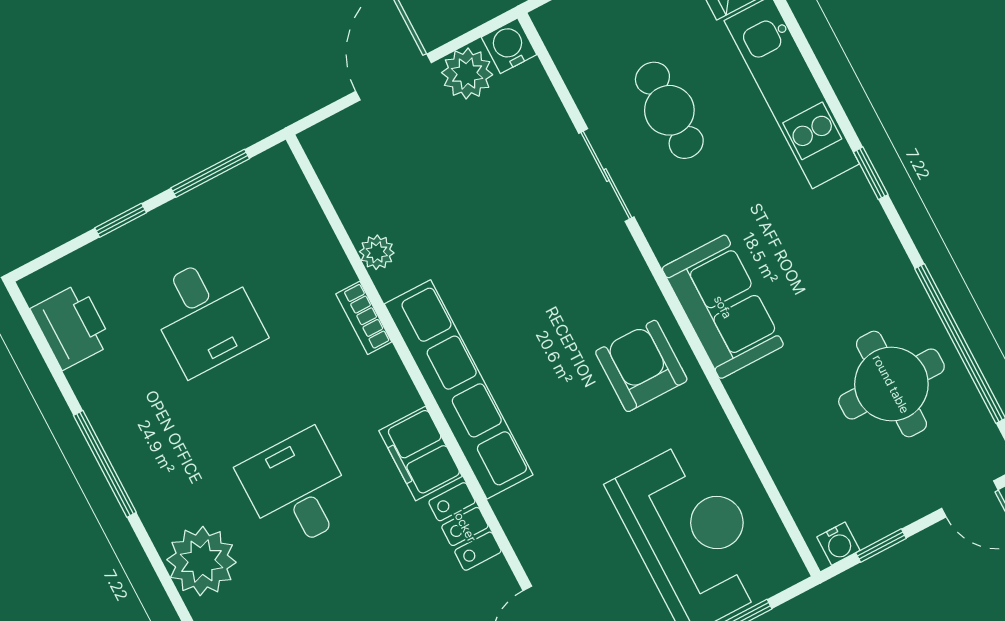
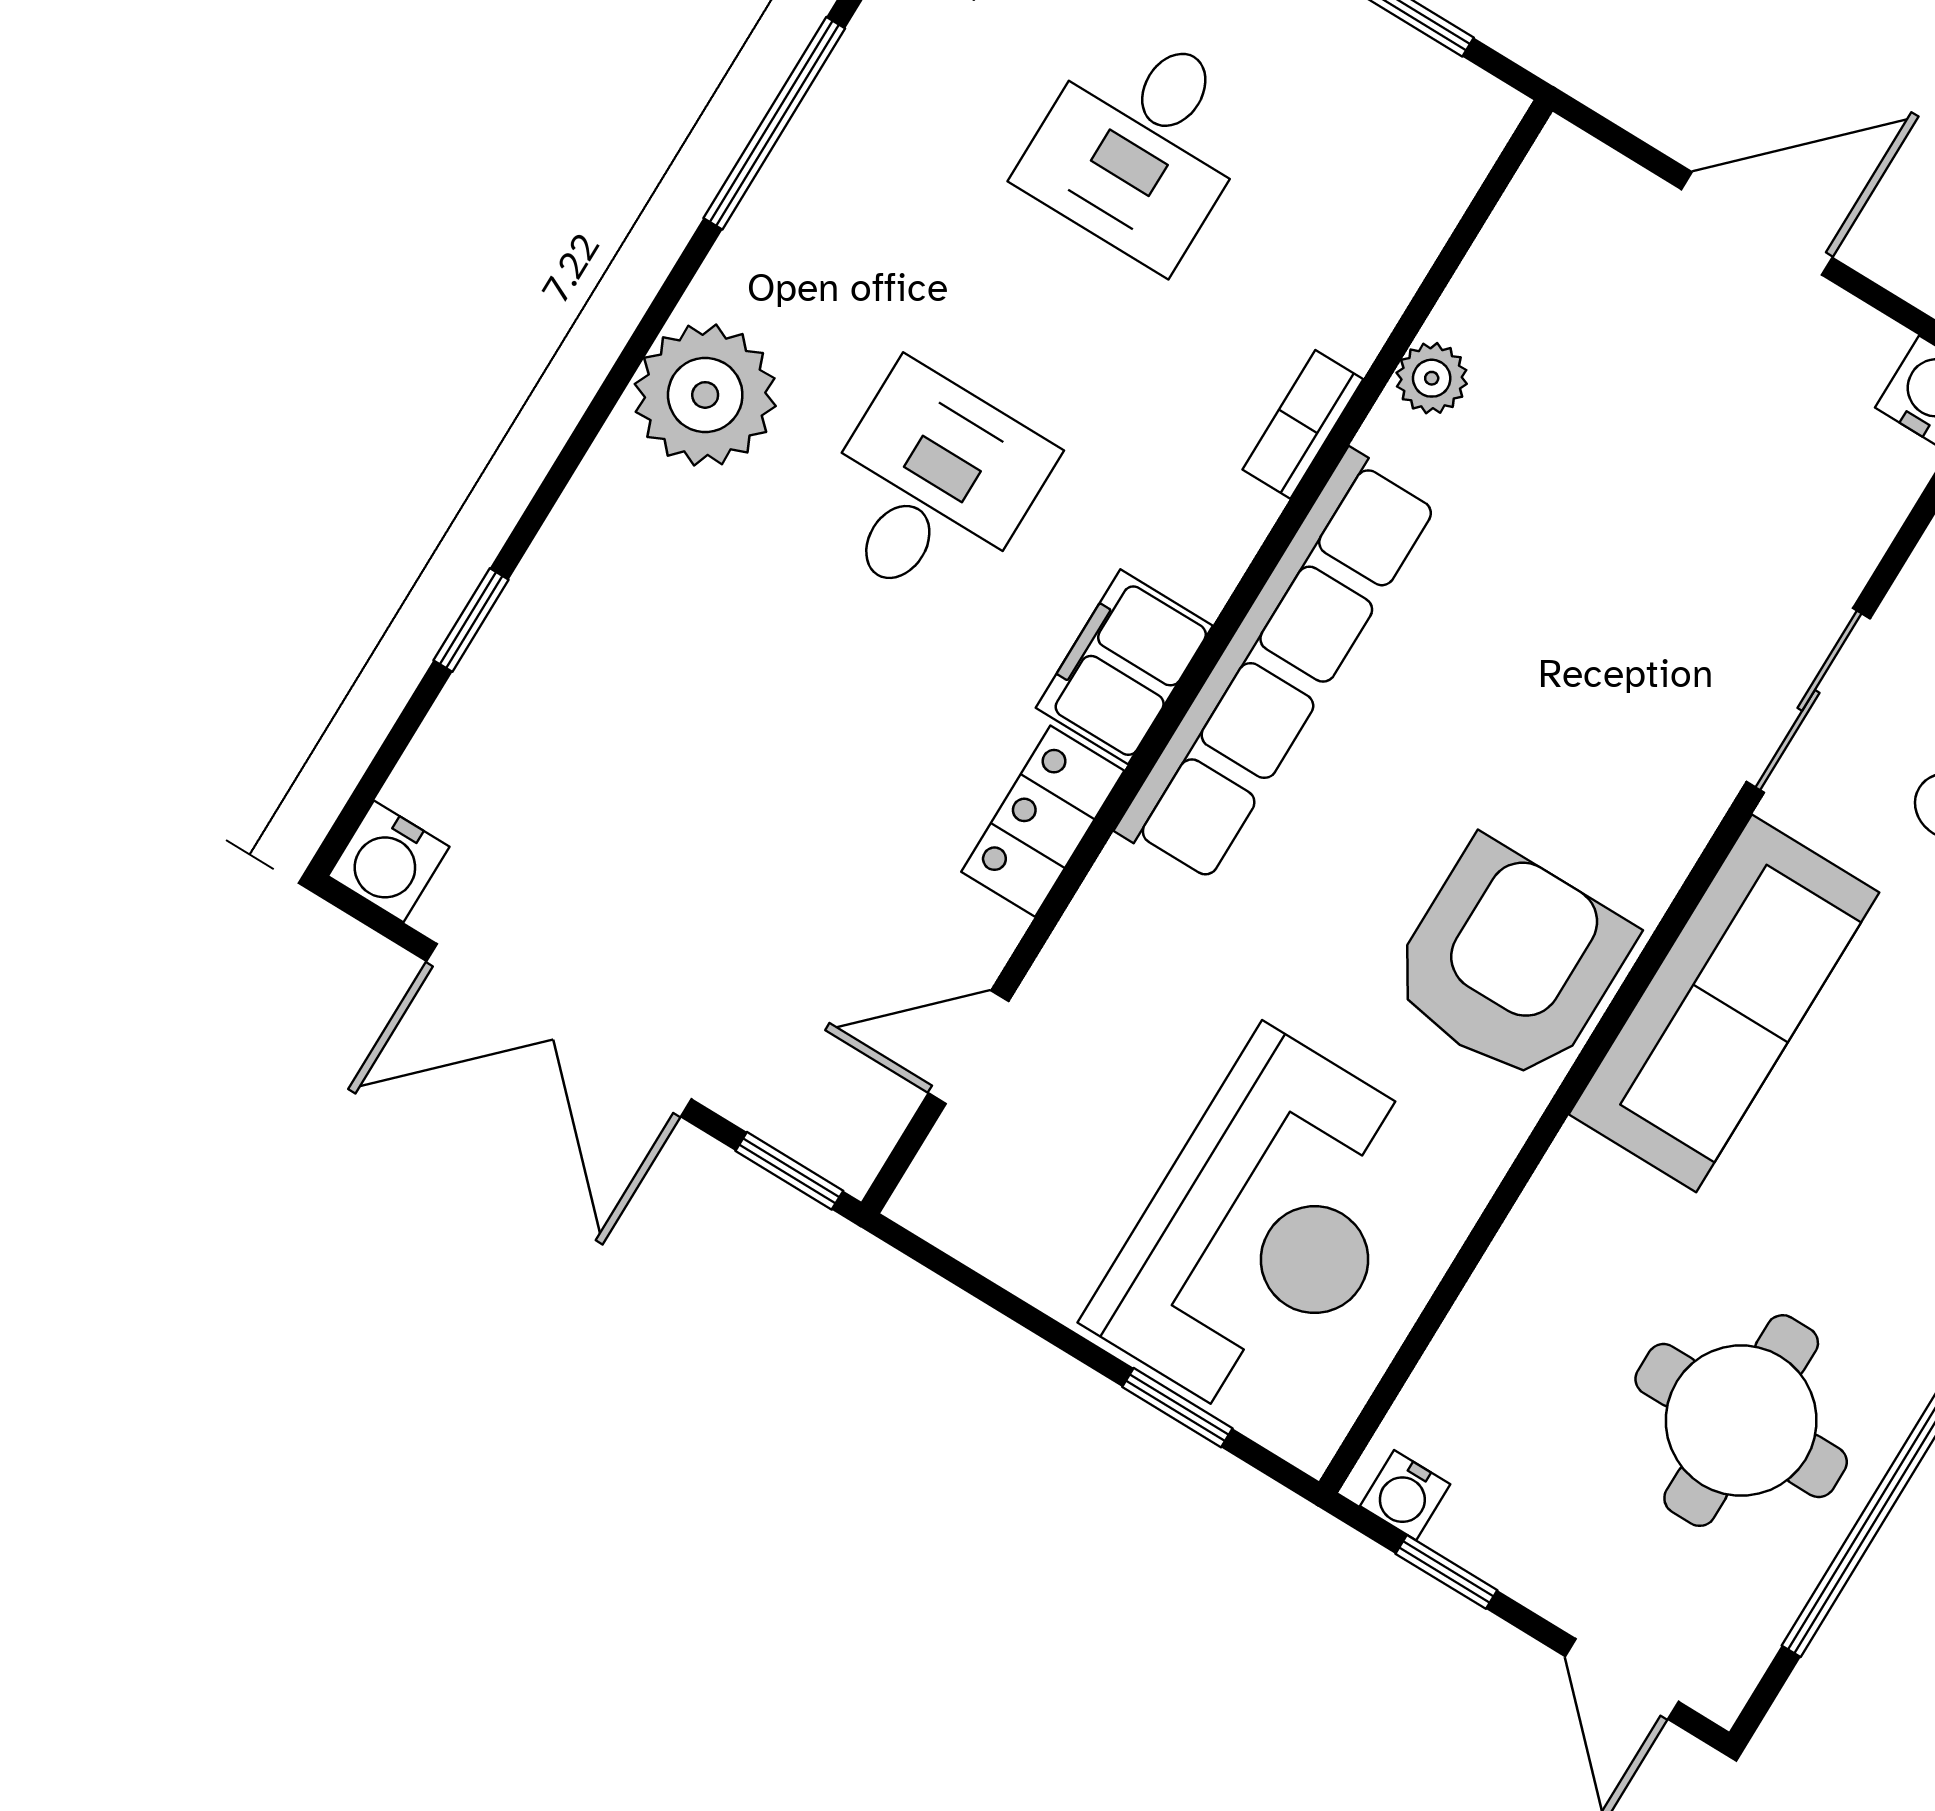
plant: (467, 74) -> (1840, 349), removed
sofa: (723, 307) -> (1724, 1003), width x1.36
armchair: (641, 366) -> (1510, 962), width x1.36, depth x1.36

